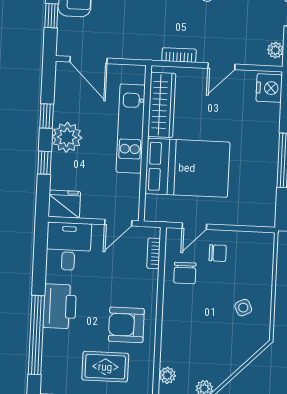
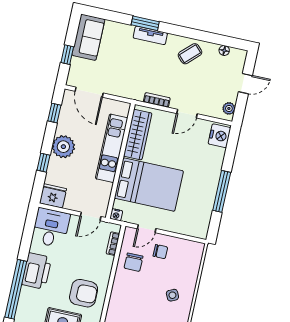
window: (47, 116) -> (54, 113), moved
nightstand: (151, 215) -> (116, 215), added
armchair: (126, 325) -> (84, 293), turned 180

